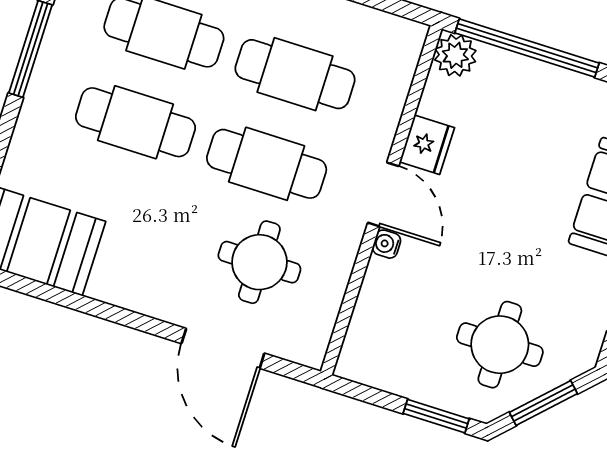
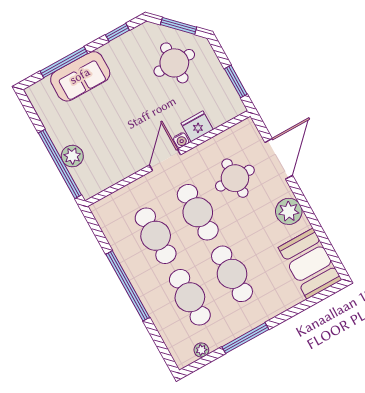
plant: (455, 55) -> (72, 156), moved
fridge: (427, 145) -> (197, 126), moved
plant: (139, 287) -> (289, 211), added
window: (436, 416) -> (236, 81), moved

